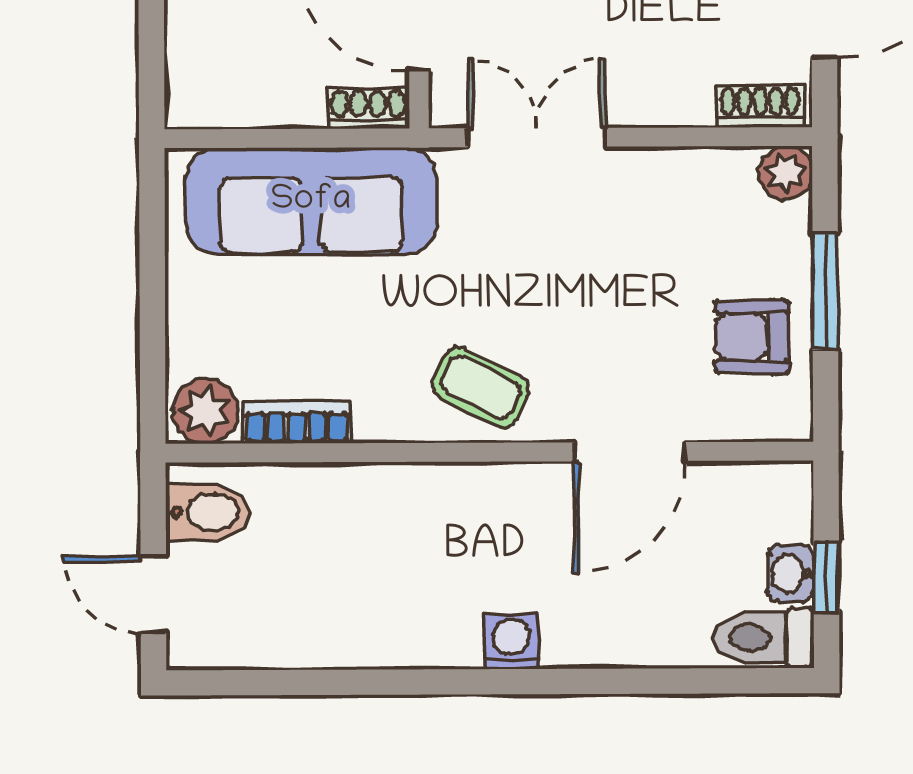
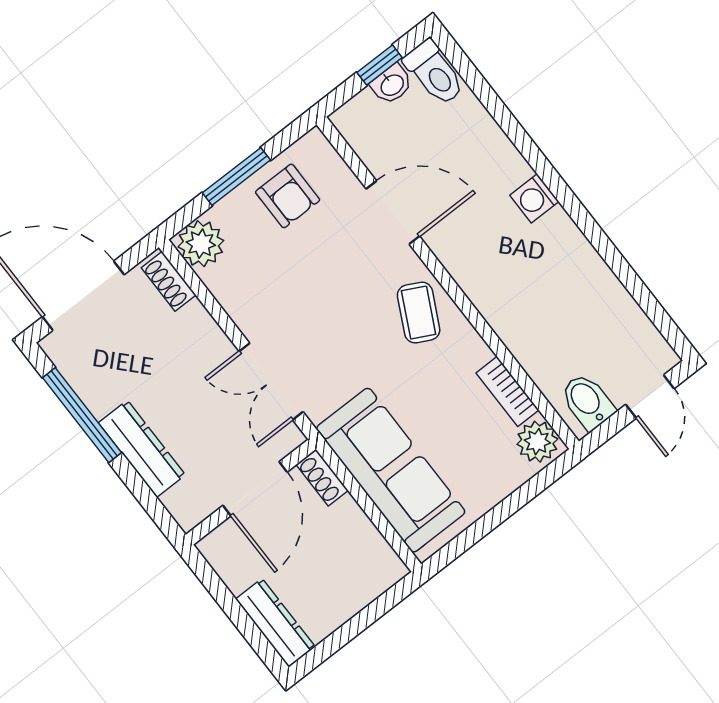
plant: (786, 173) -> (201, 244), width x1.38, depth x1.38

